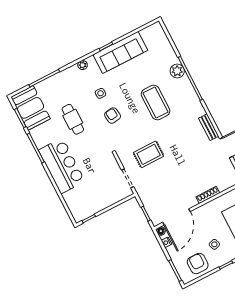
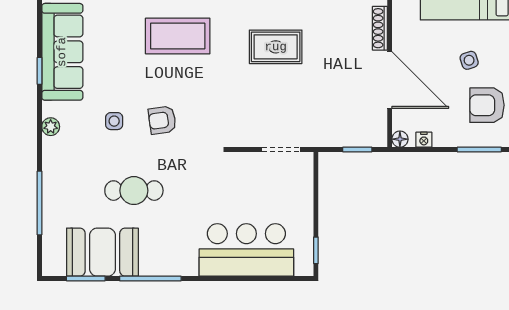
booth: (31, 108) -> (102, 252), moved
rug: (149, 154) -> (276, 47), moved, turned 90
bar counter: (62, 166) -> (246, 250), moved
door: (176, 217) -> (390, 80), moved

